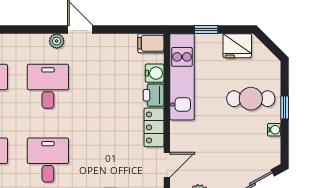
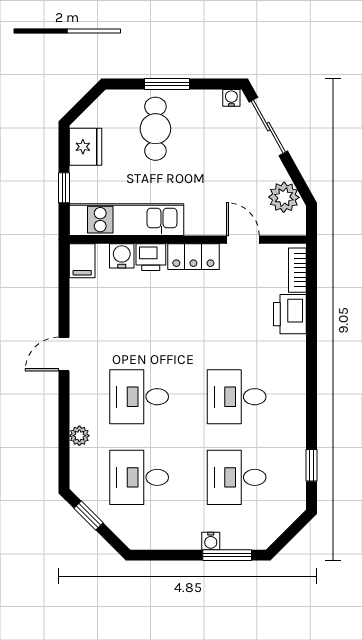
plant: (57, 41) -> (79, 436), moved
window: (285, 107) -> (167, 84), width x1.50
water cooler: (274, 130) -> (231, 98), moved

